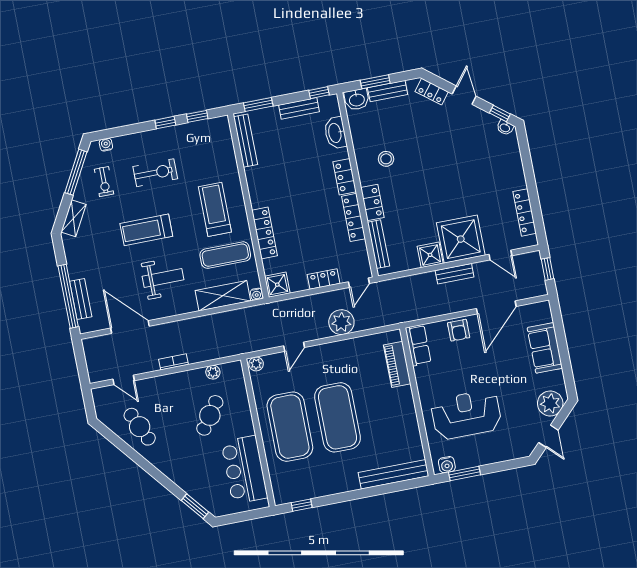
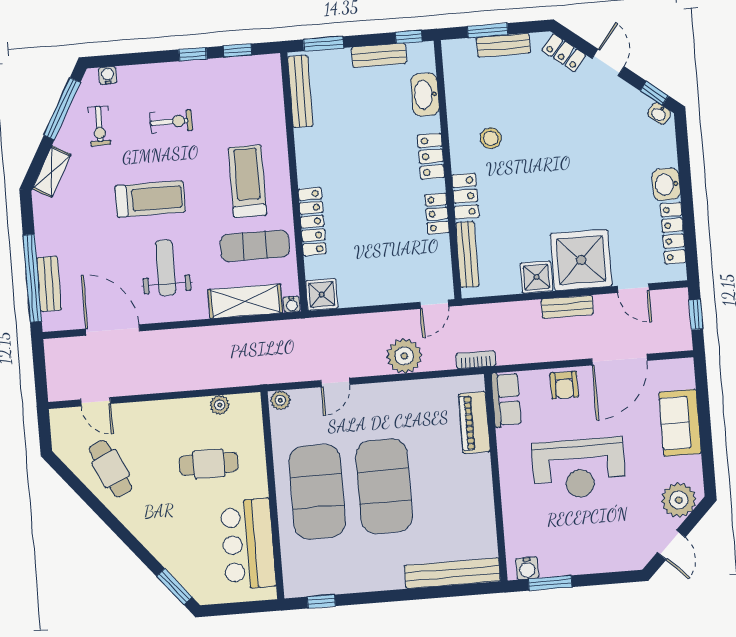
washbasin: (357, 99) -> (666, 184), moved, turned 90
exercise bike: (155, 173) -> (171, 122), width x0.73, depth x0.72
locker: (354, 217) -> (437, 214), width x0.66
treadmill: (146, 230) -> (150, 199), turned 180
weight bench: (163, 278) -> (166, 268), turned -90
locker: (324, 279) -> (386, 294), removed
bookcase: (174, 362) -> (476, 360), moved
cafe table: (210, 415) -> (209, 464), turned 55
reception desk: (466, 415) -> (579, 468), moved, turned 180

